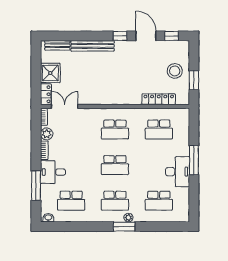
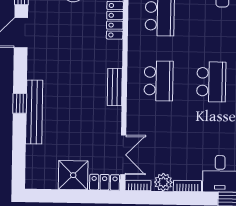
window: (120, 36) -> (20, 103), moved
bench: (57, 45) -> (115, 87), moved
double door: (65, 106) -> (123, 155), swing flipped

